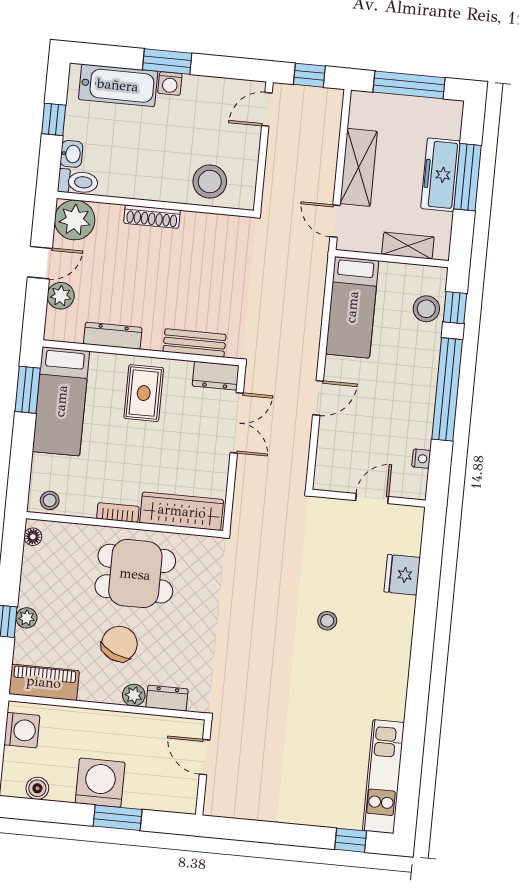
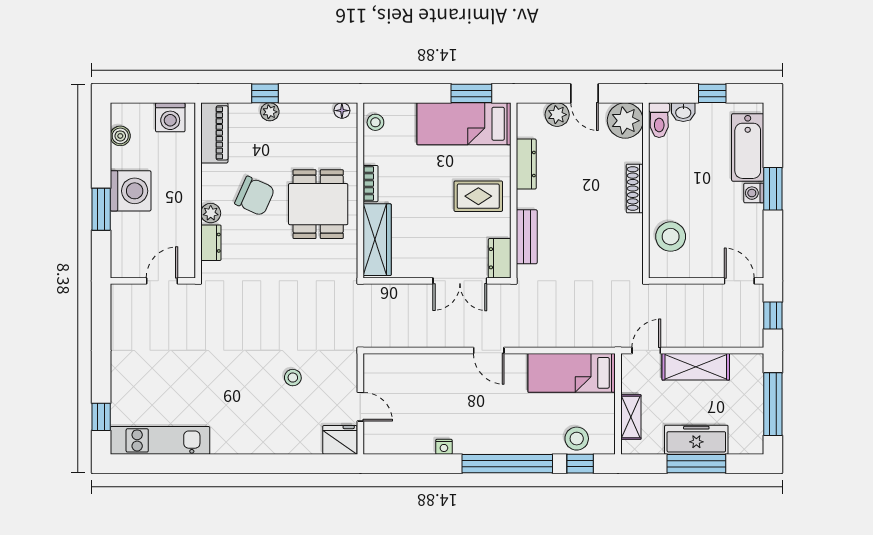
wall: (369, 498) -> (360, 404), moved
door: (372, 499) -> (360, 407), moved

